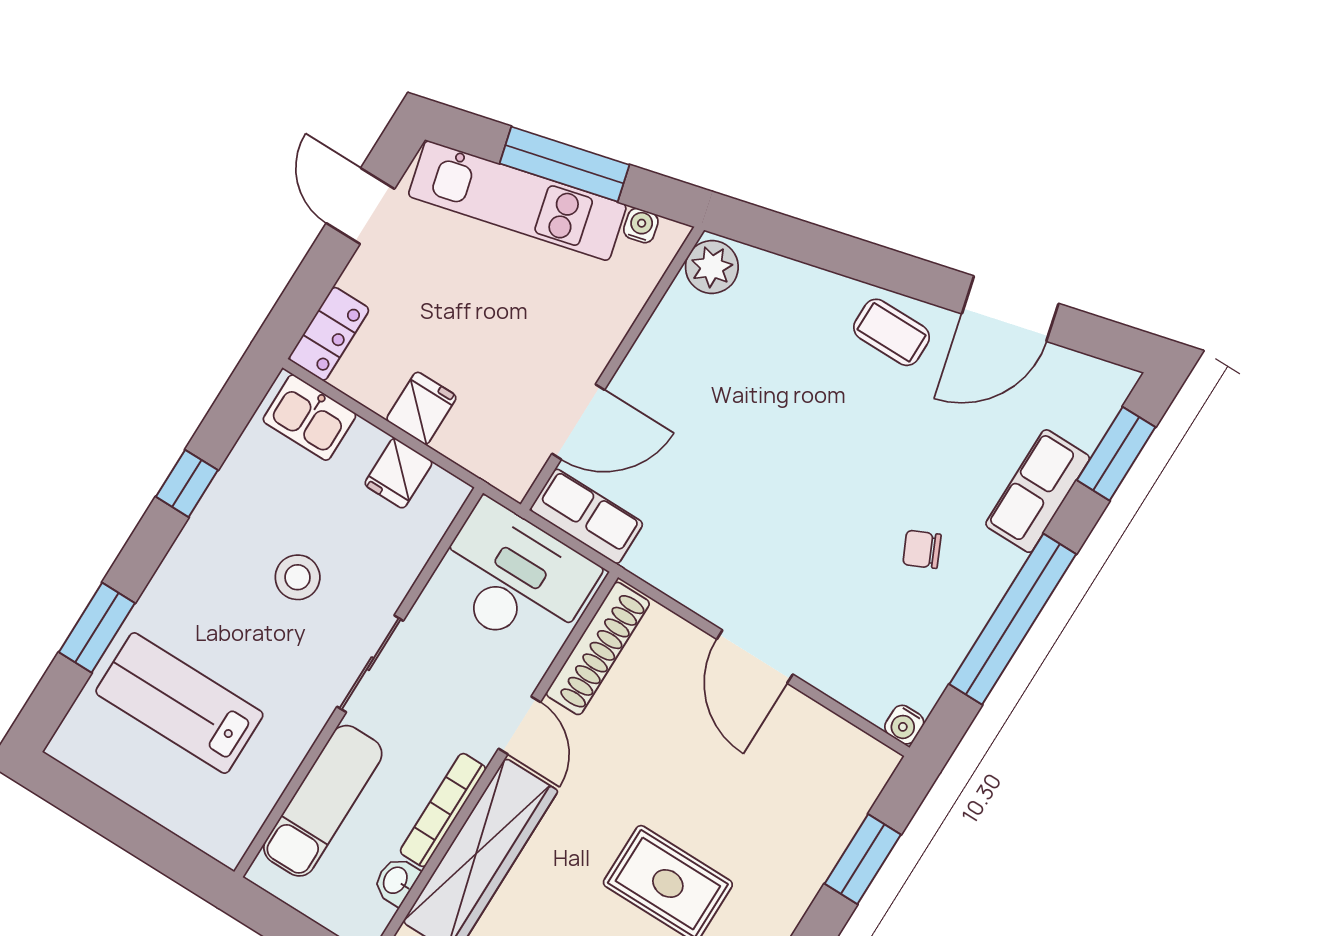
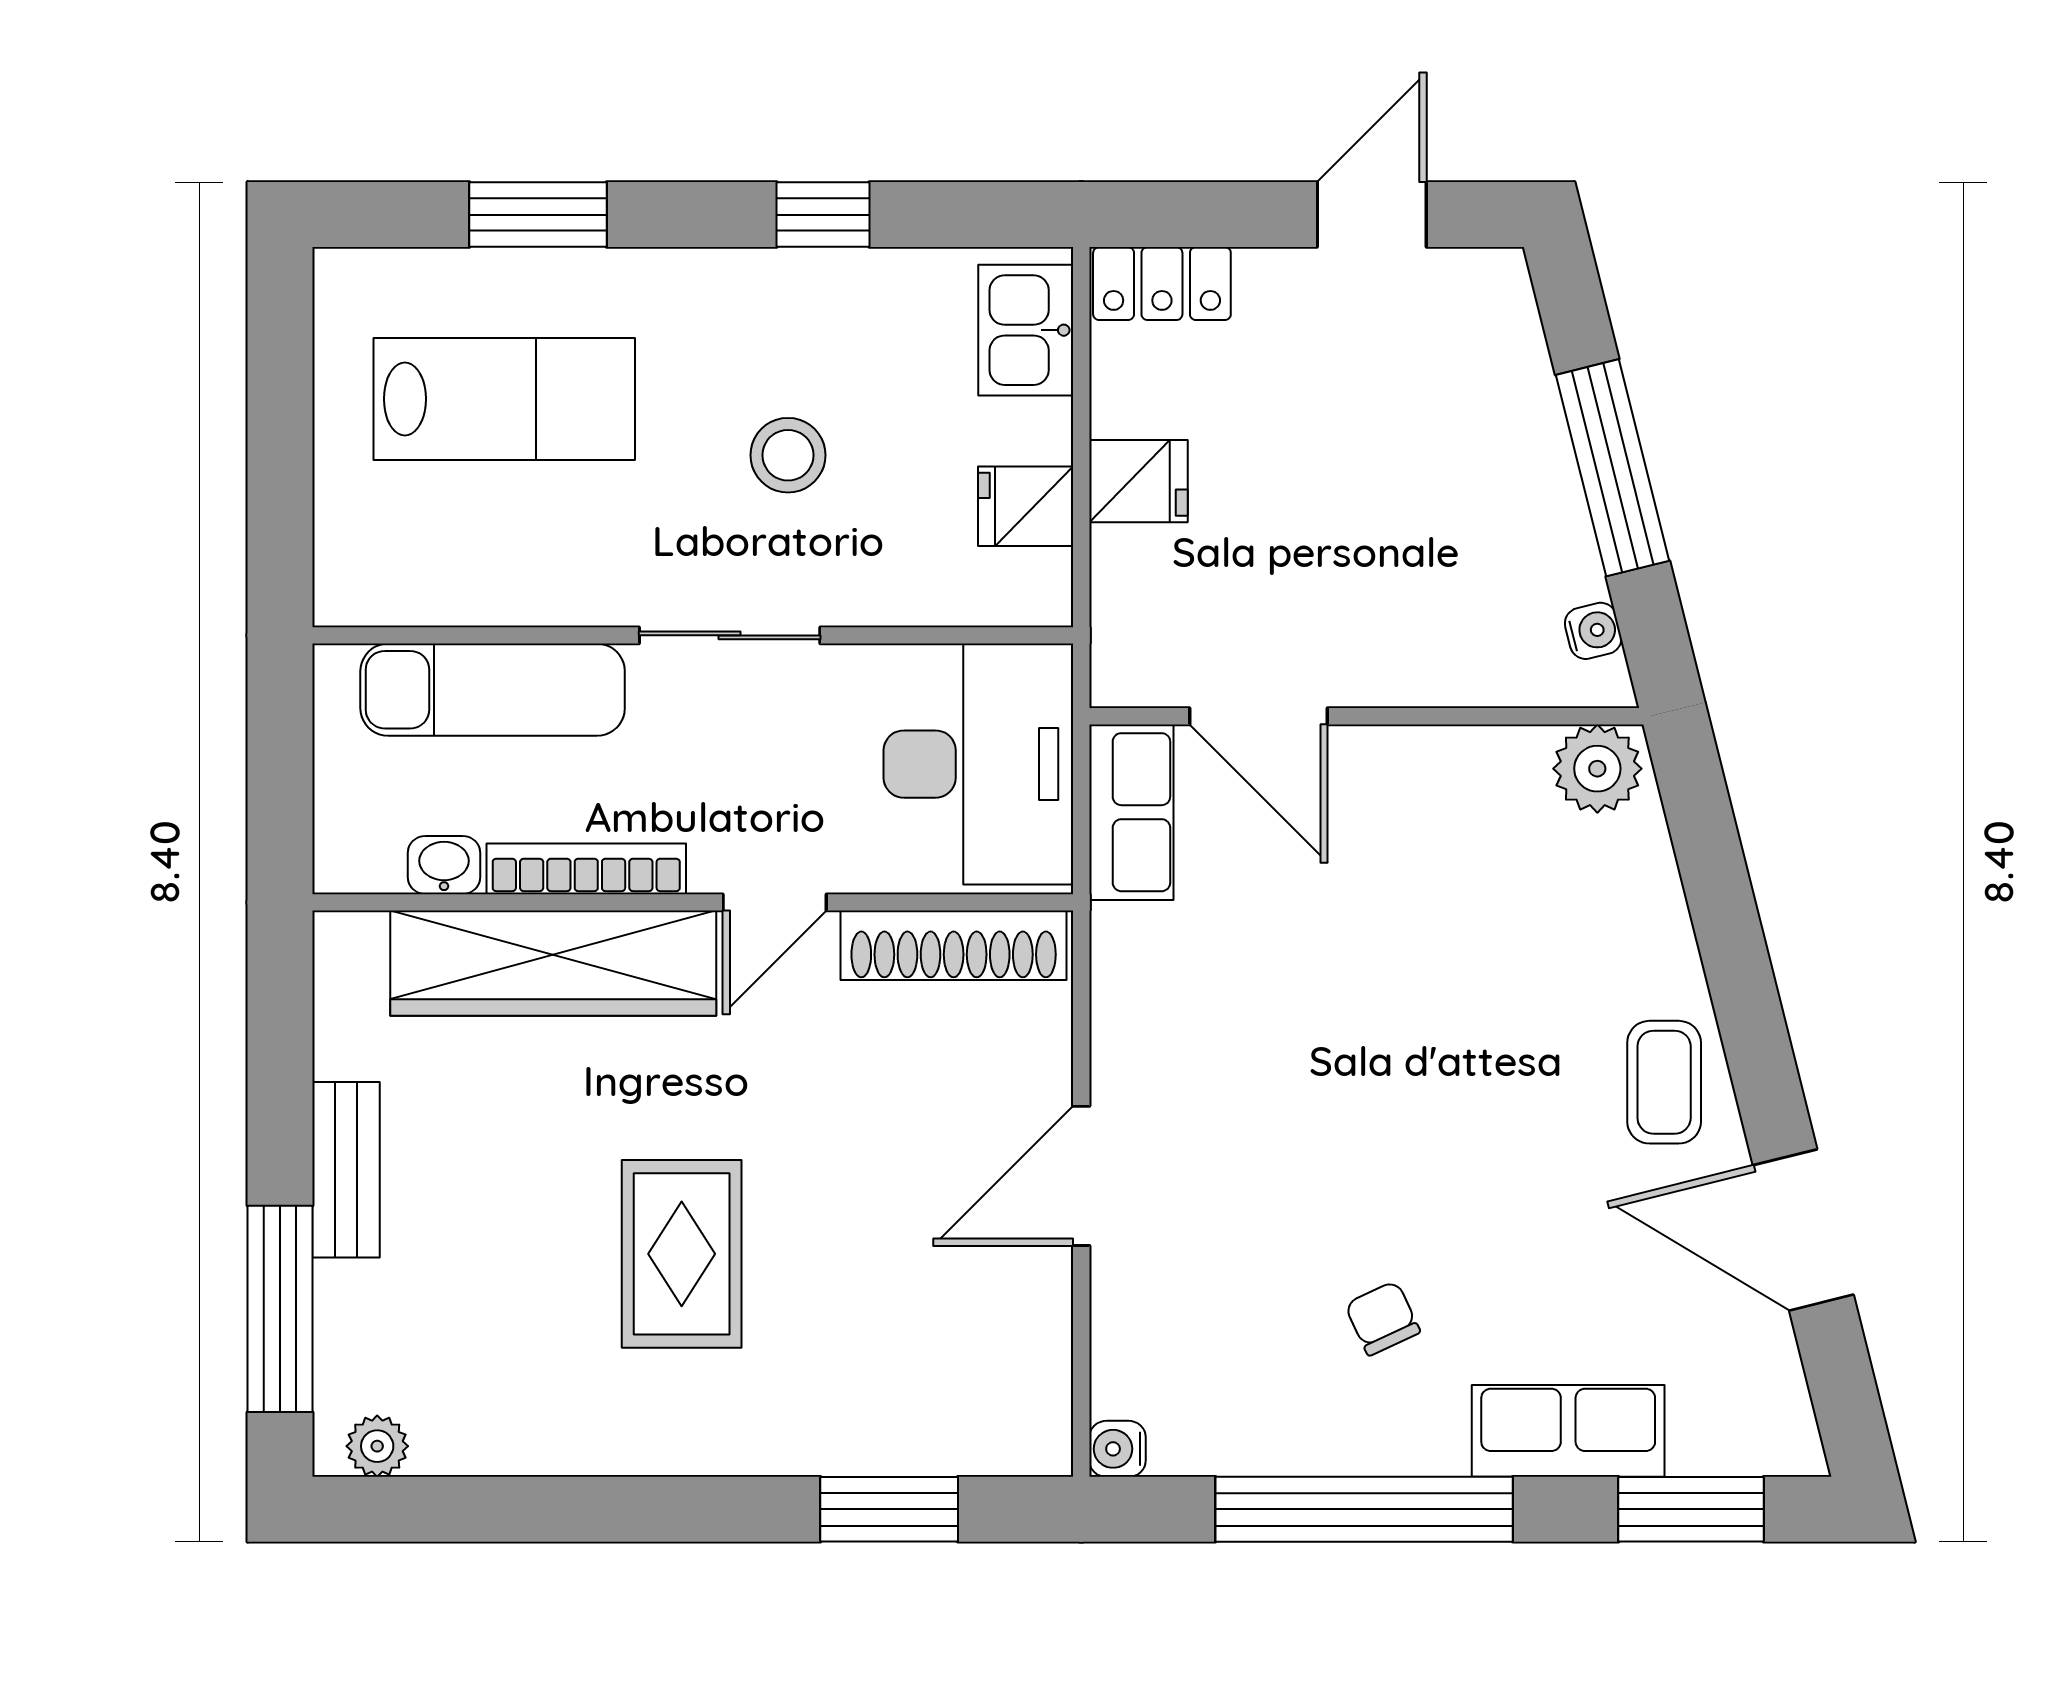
kitchen unit: (517, 201) -> (1519, 433), removed
lab bench: (179, 703) -> (504, 399), turned 90

